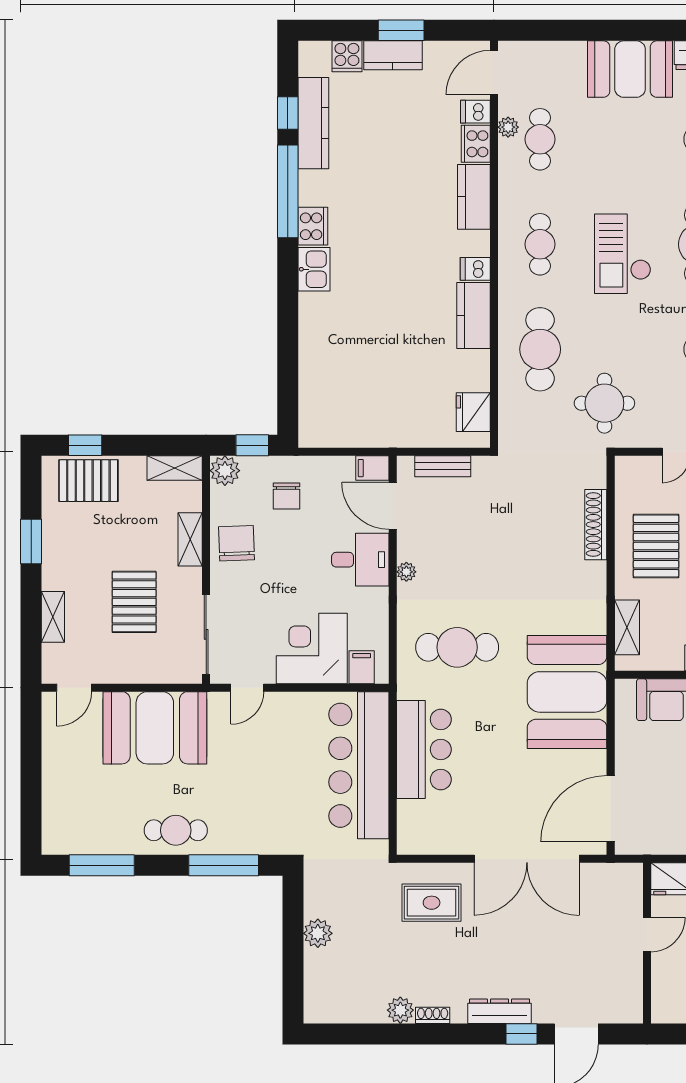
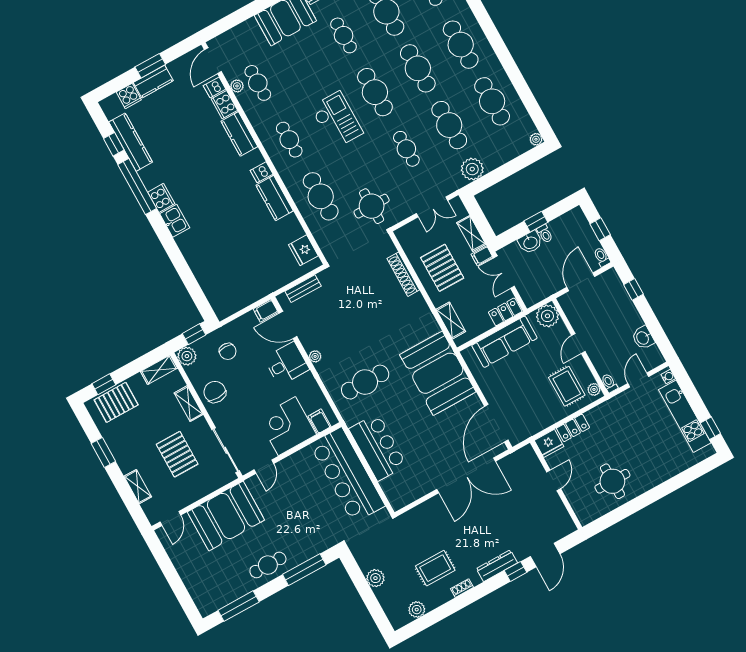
checkout: (623, 254) -> (337, 120), turned 180
rug: (432, 903) -> (435, 568), moved
plant: (400, 1010) -> (417, 610), moved

